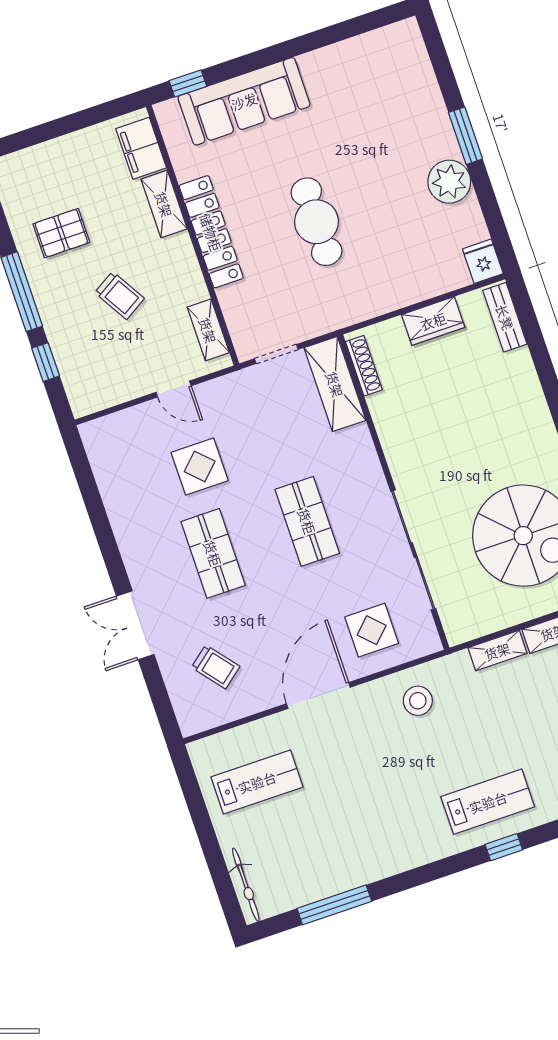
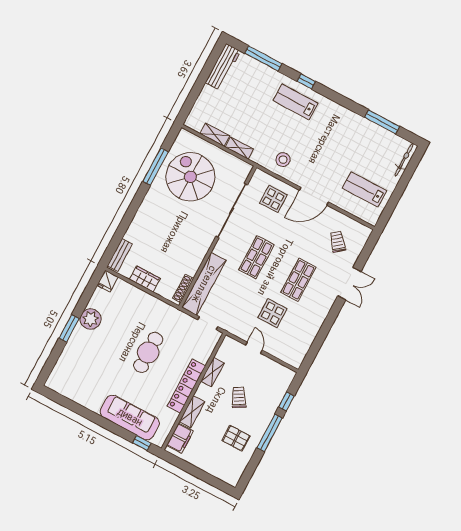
shelving: (208, 330) -> (212, 372), moved
shelving: (335, 384) -> (204, 284), width x1.47

